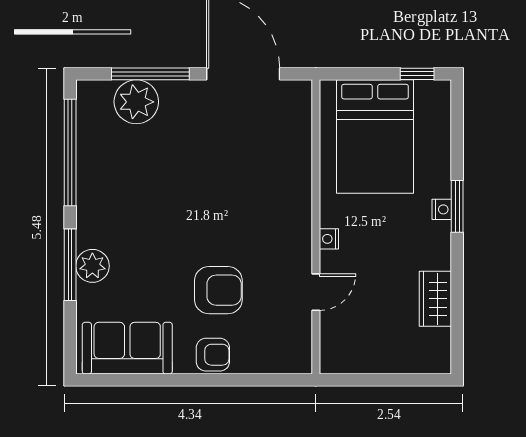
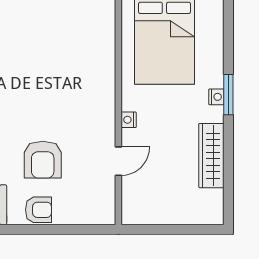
armchair: (218, 290) -> (43, 160), turned 90
wardrobe: (435, 299) -> (211, 156), width x1.50

